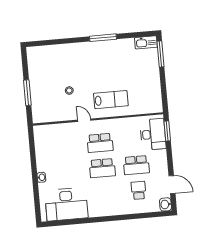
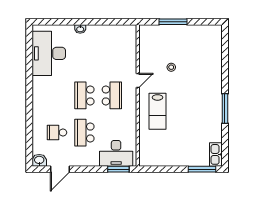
school desk: (100, 143) -> (112, 95), turned 180
school desk: (138, 190) -> (57, 133), turned 180

